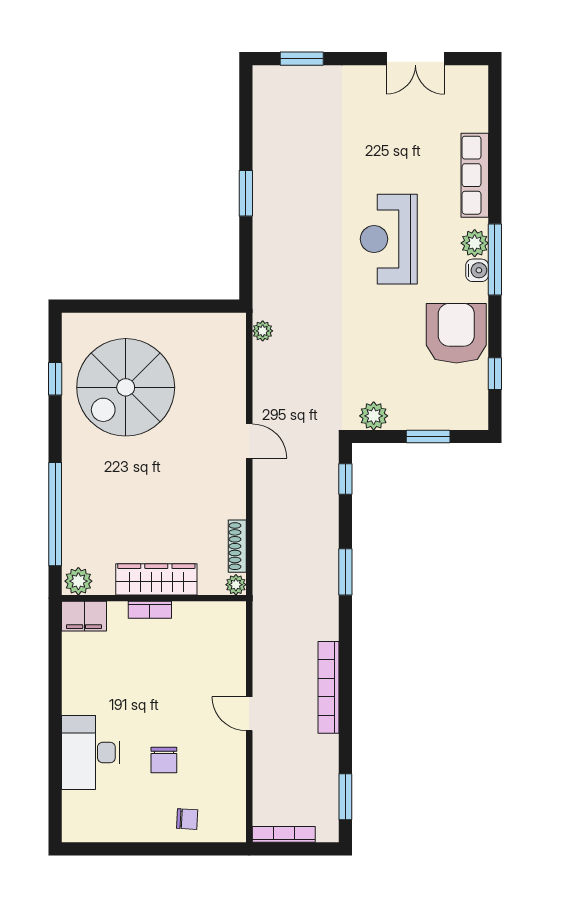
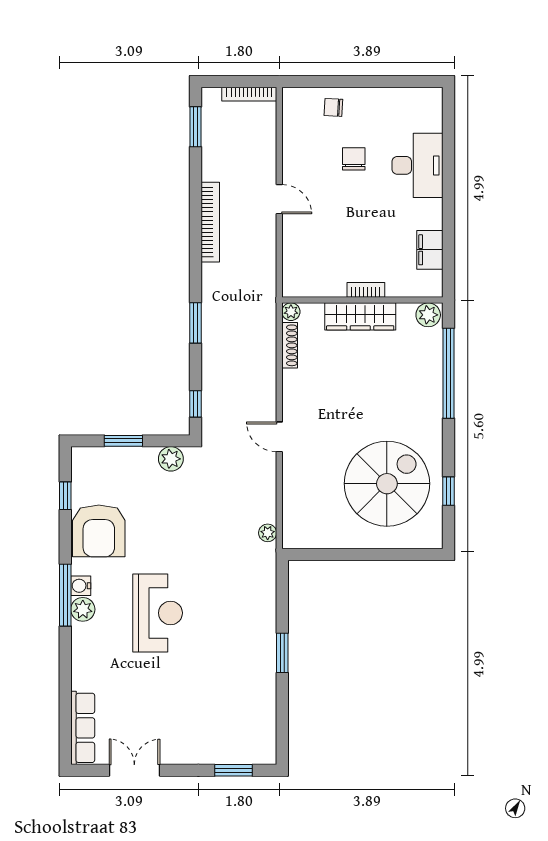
row of seats: (475, 175) -> (83, 728), moved
filing cabinet: (84, 616) -> (430, 250), moved, turned -90

